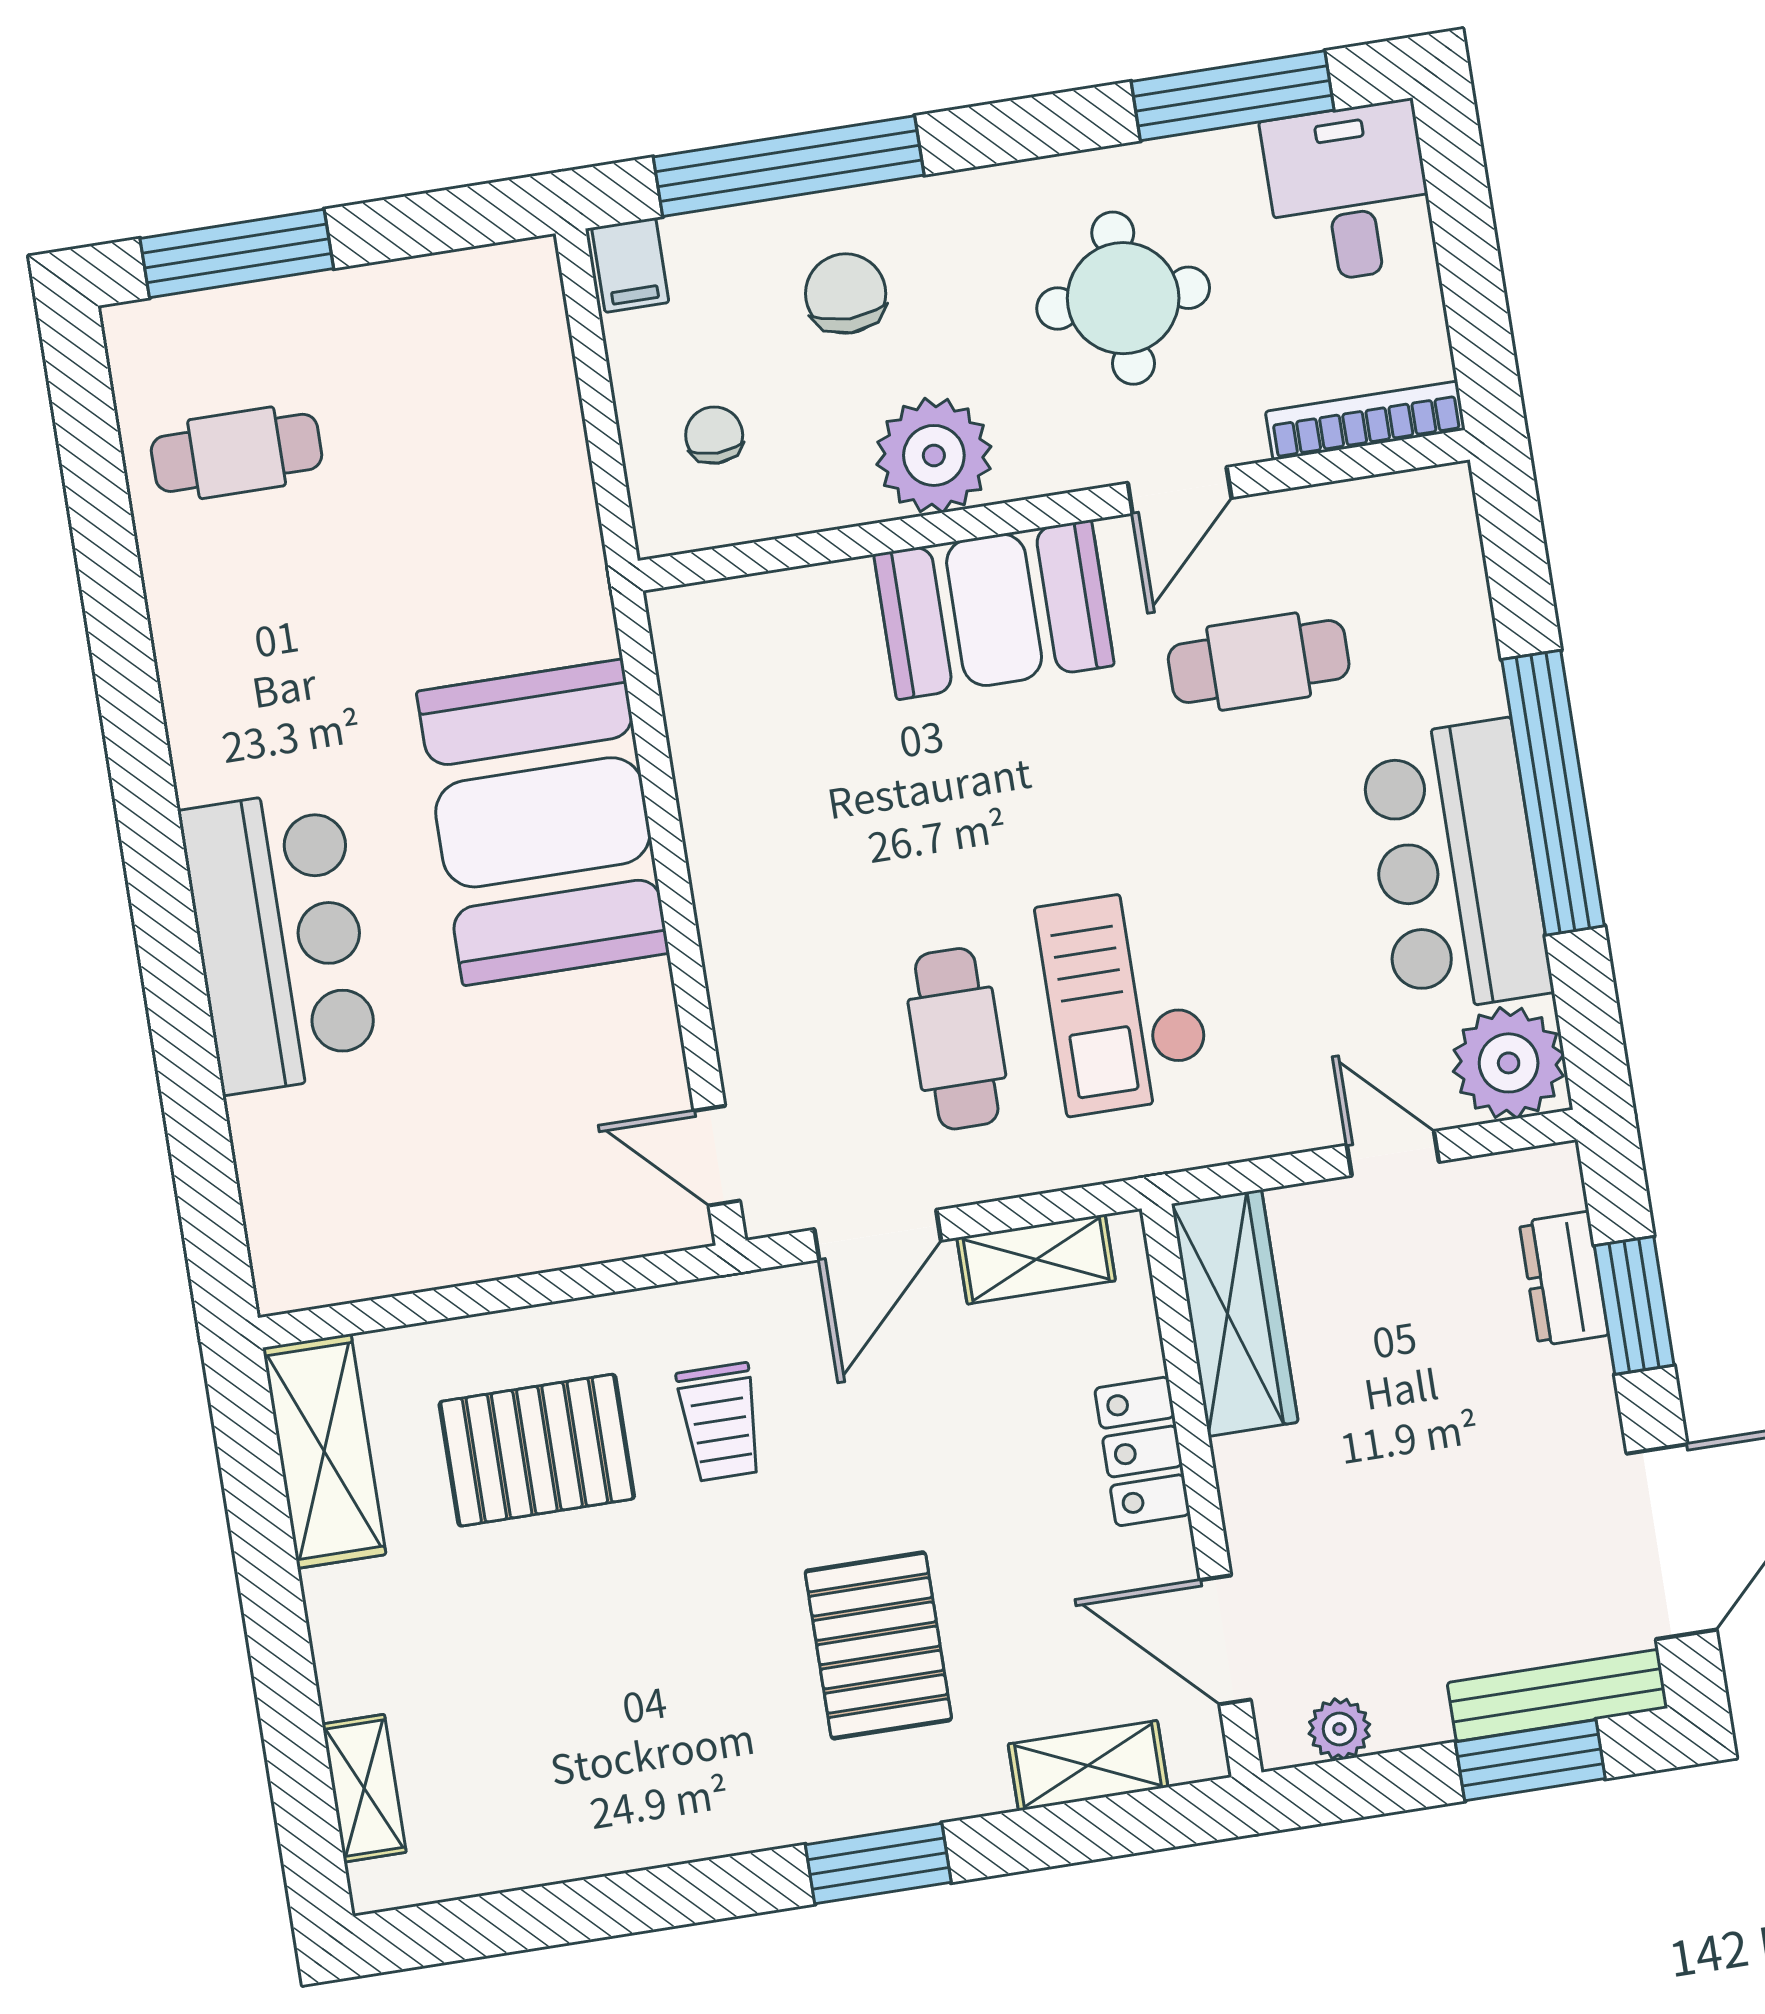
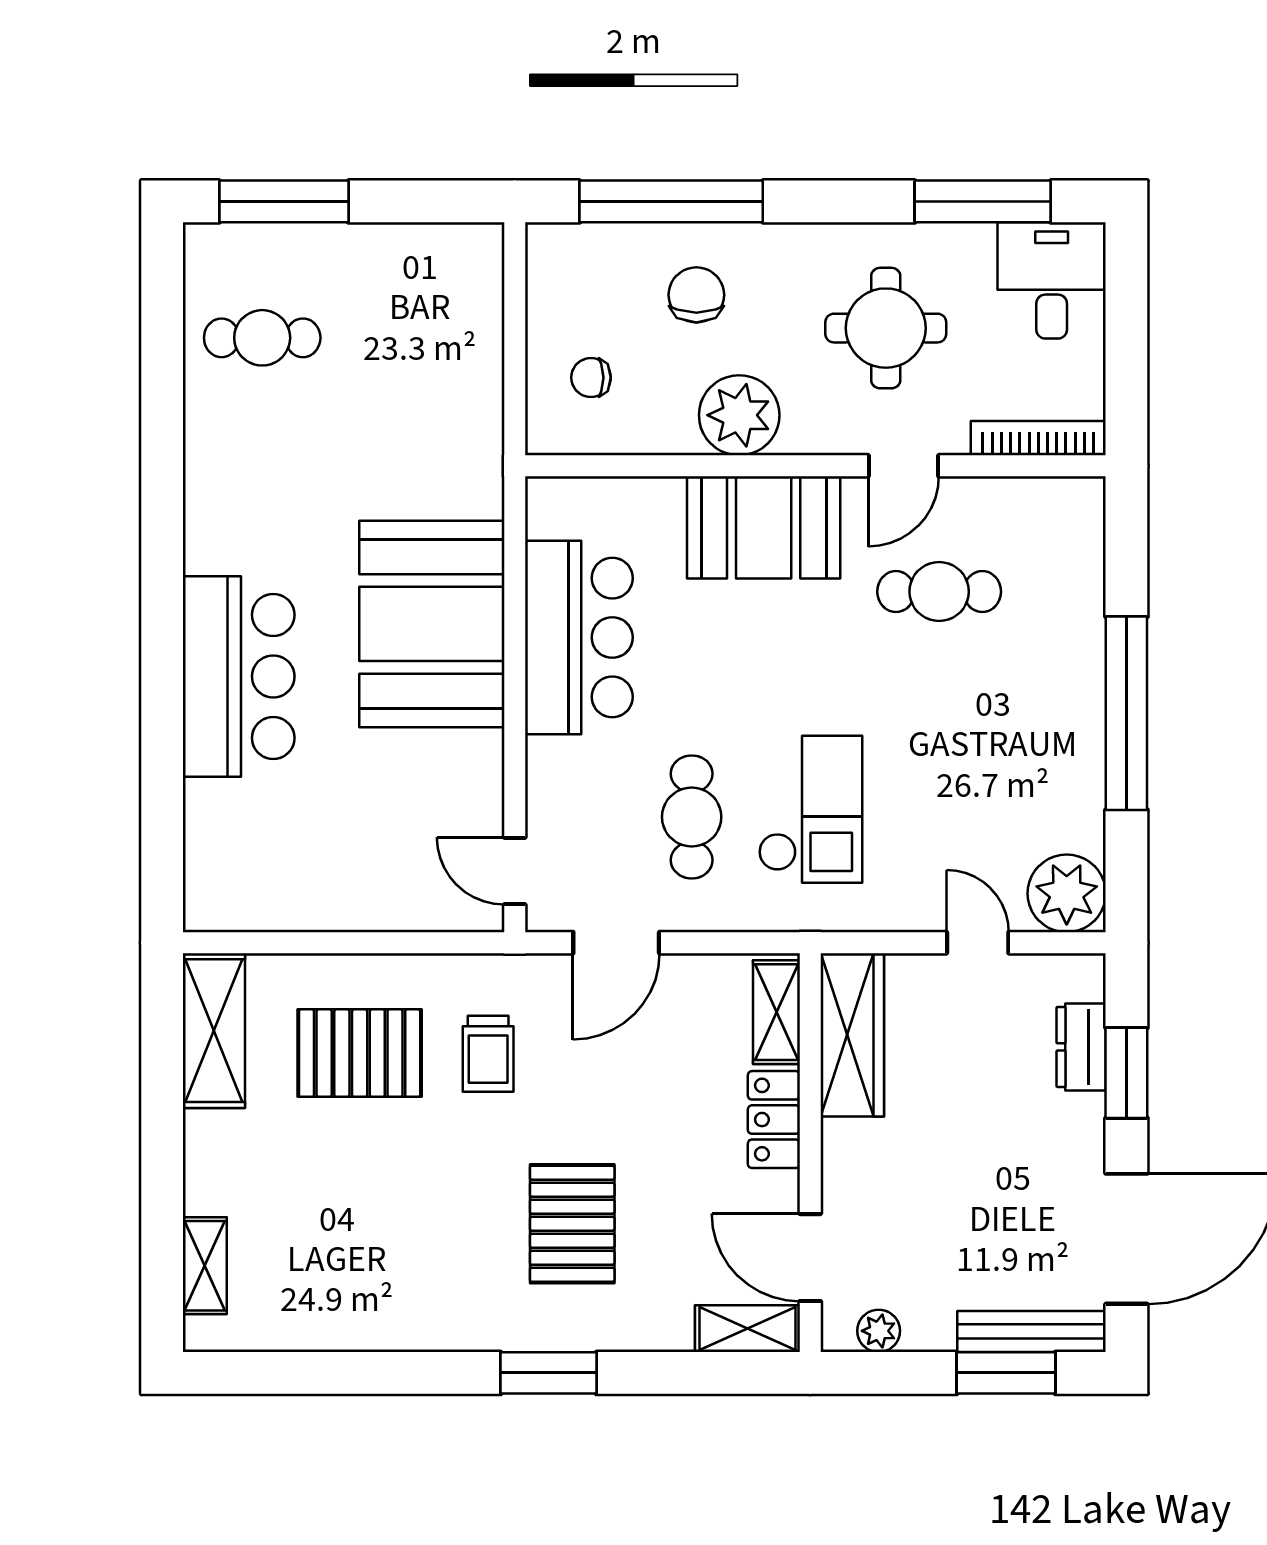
filing cabinet: (630, 265) -> (552, 252), removed
chair: (714, 435) -> (591, 378), turned -90
bar counter: (1456, 867) -> (579, 637), moved, turned 180
checkout: (1124, 1001) -> (811, 809), turned 180
shelving: (1036, 1259) -> (776, 1012), moved, turned 90
shelving: (1088, 1766) -> (748, 1329), moved

